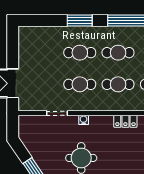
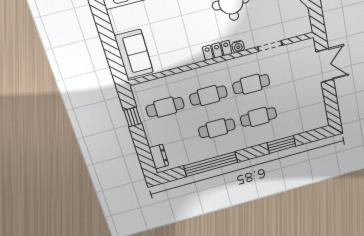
window: (80, 20) -> (281, 144), moved
locker: (125, 121) -> (217, 50), moved

